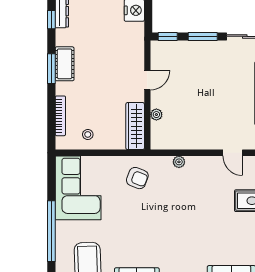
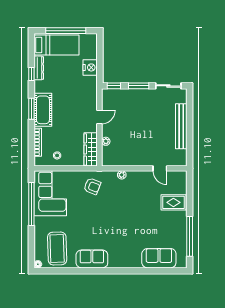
cot: (65, 64) -> (43, 110), width x1.37, depth x1.34
window: (51, 231) -> (31, 204), moved

